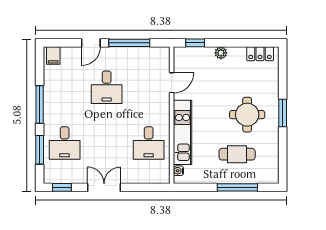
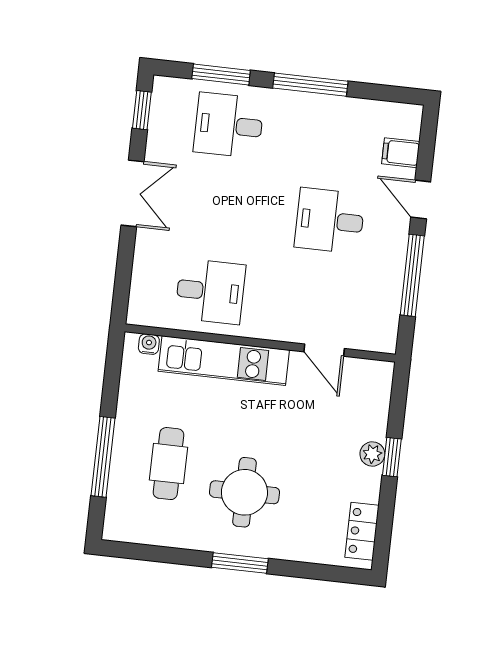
window: (195, 43) -> (392, 457), moved
filing cabinet: (53, 56) -> (401, 153), moved
desk: (149, 143) -> (210, 291), turned 180

